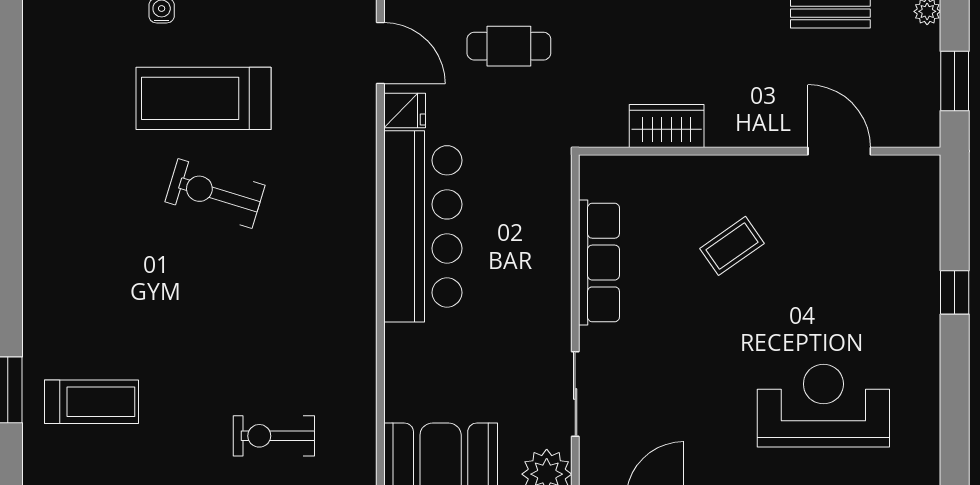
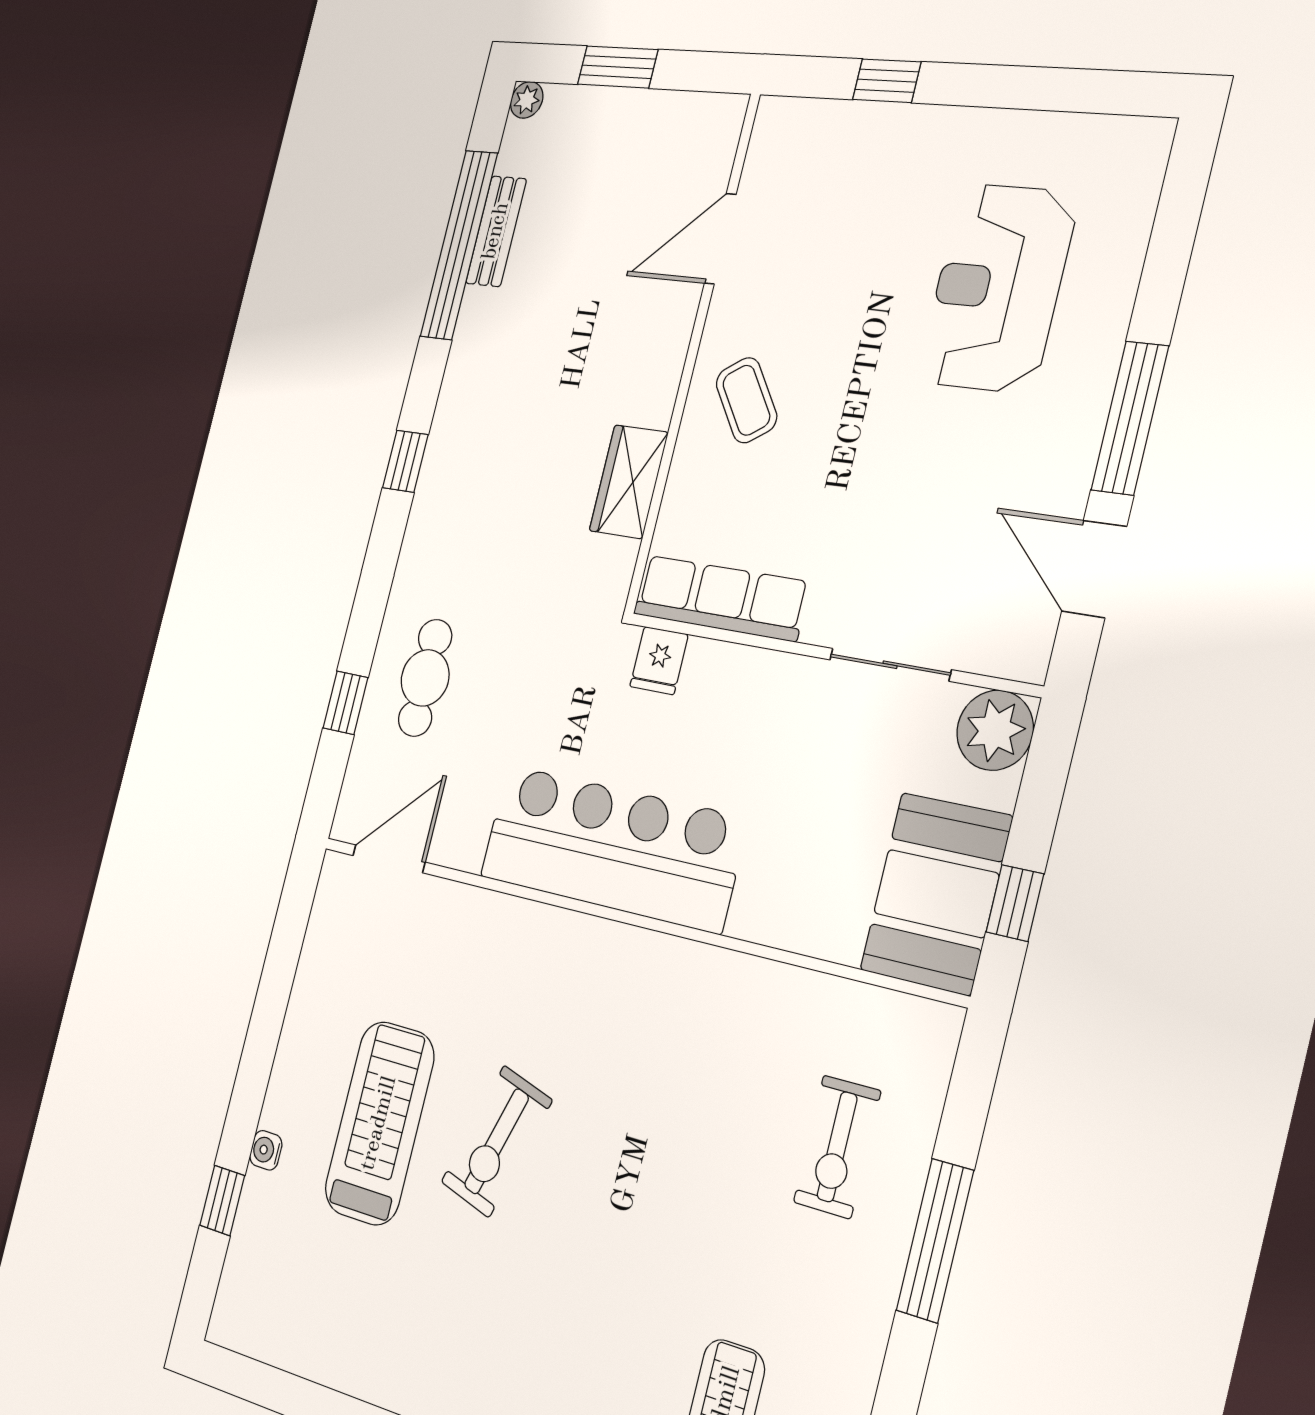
treadmill: (204, 98) -> (379, 1123), turned 180
fridge: (405, 110) -> (659, 660), moved, turned 180
wardrobe: (667, 126) -> (629, 482), moved
wall: (760, 151) -> (693, 353), moved
door: (839, 151) -> (720, 239), moved

